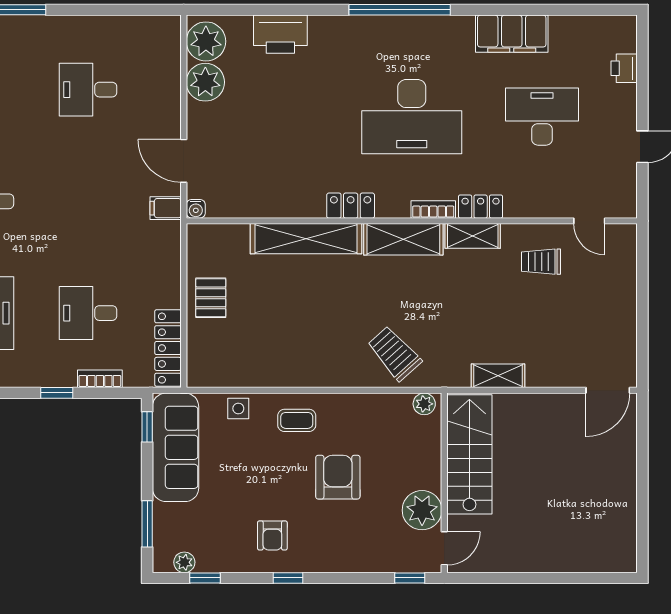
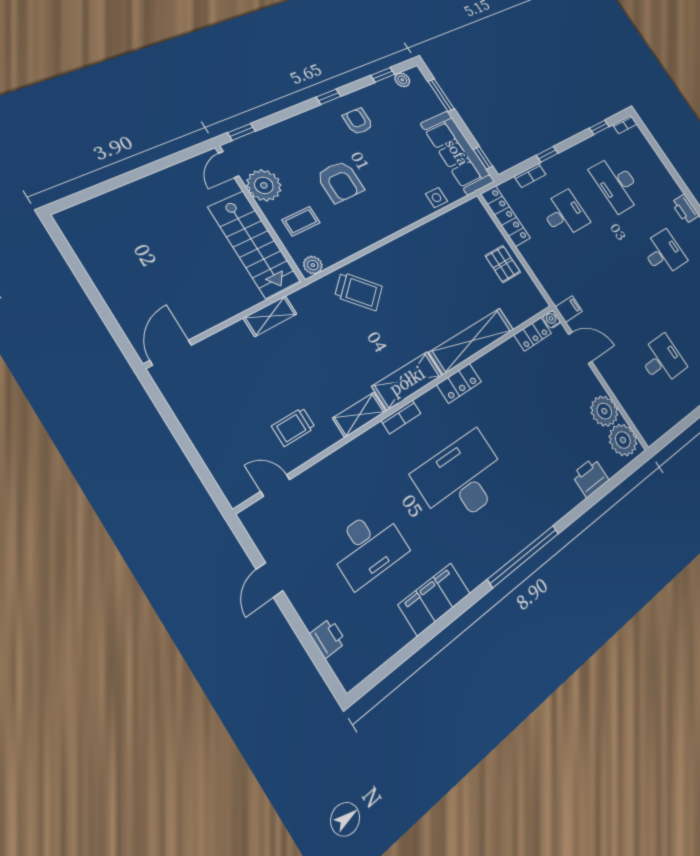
printer: (280, 34) -> (590, 477), width x0.73, depth x0.84
locker: (481, 207) -> (533, 334), moved
trolley: (541, 262) -> (294, 427), turned 180
coffee table: (297, 420) -> (301, 221), moved

